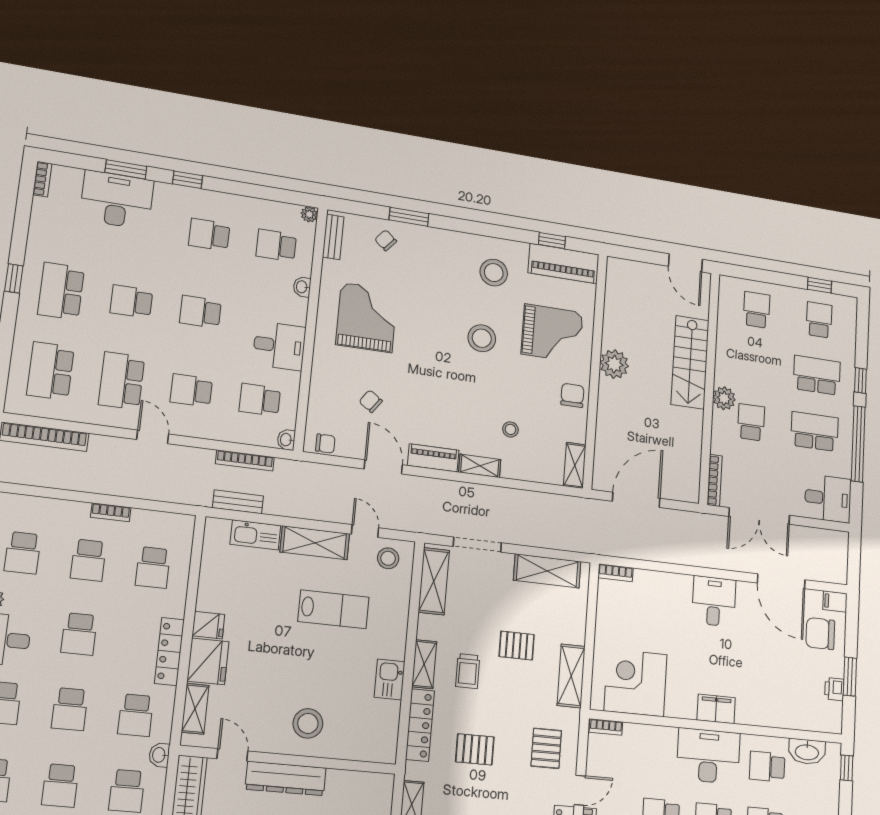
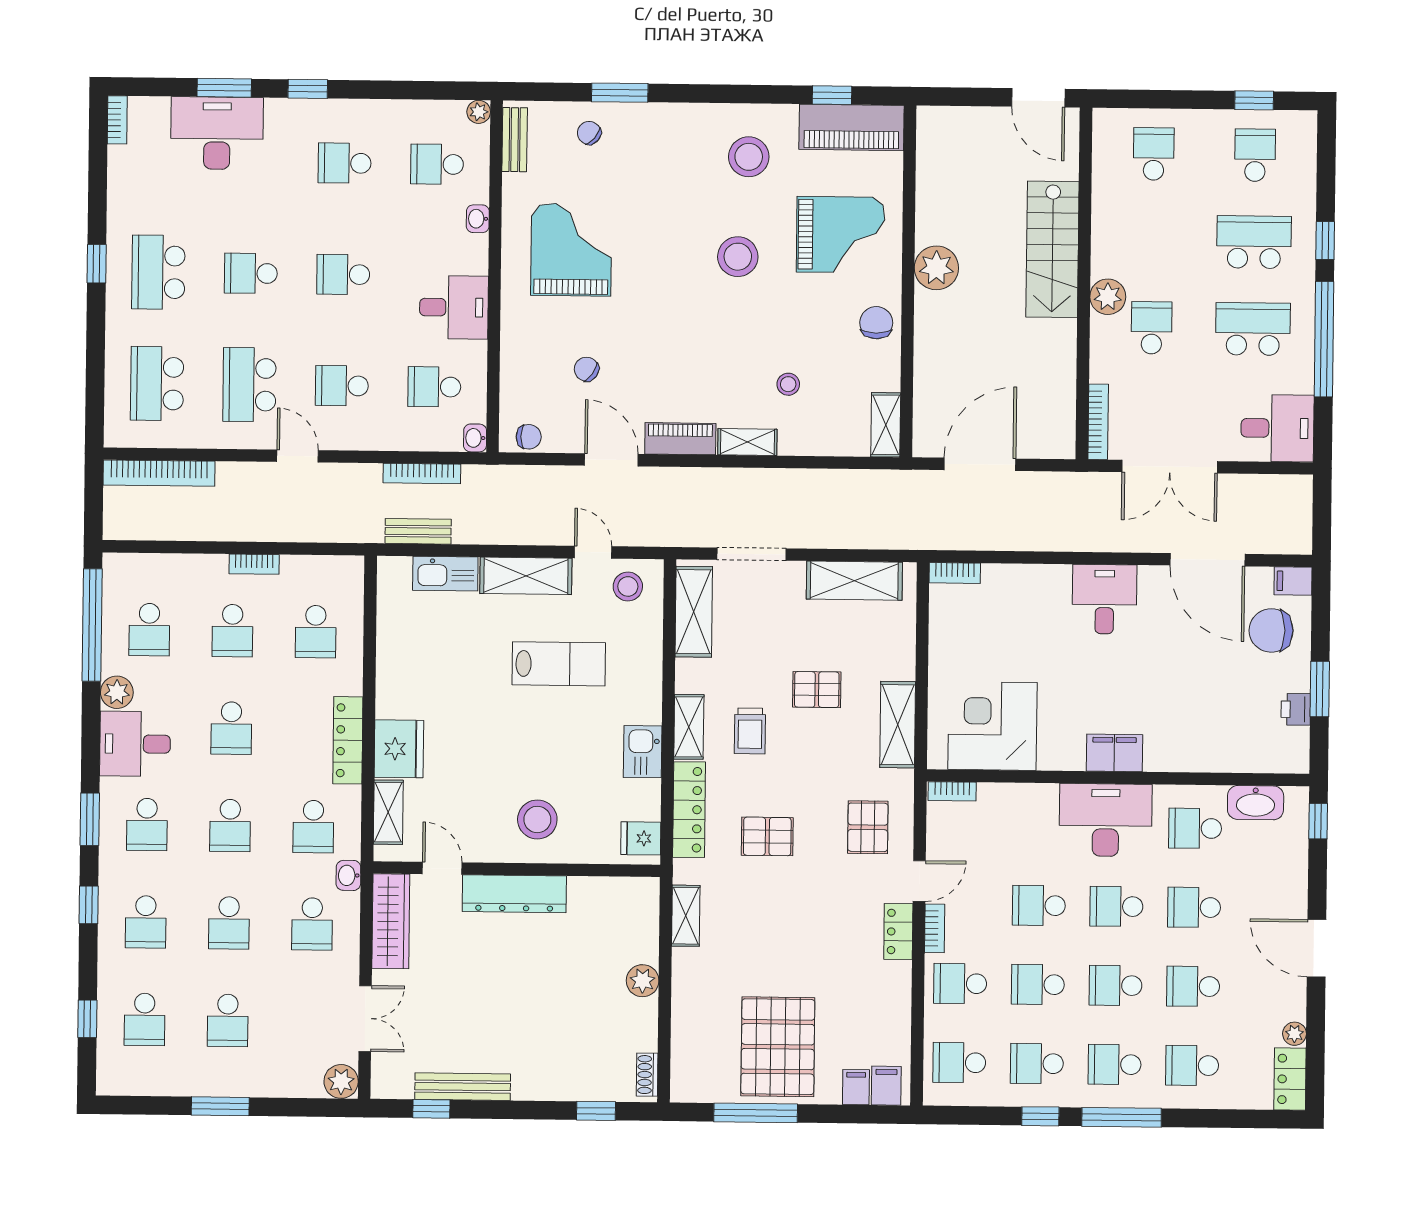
fridge: (208, 625) -> (641, 838), moved, turned 180

